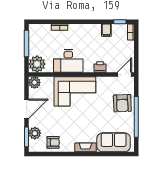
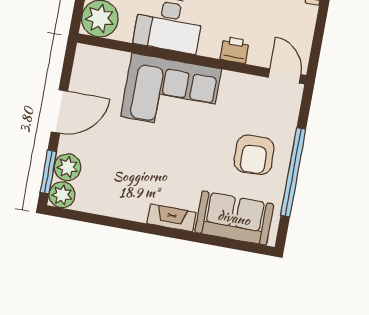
door: (124, 74) -> (284, 76), hinge flipped
plant: (35, 83) -> (62, 195), moved
armchair: (122, 103) -> (254, 155), moved
armchair: (53, 142) -> (103, 194), removed

